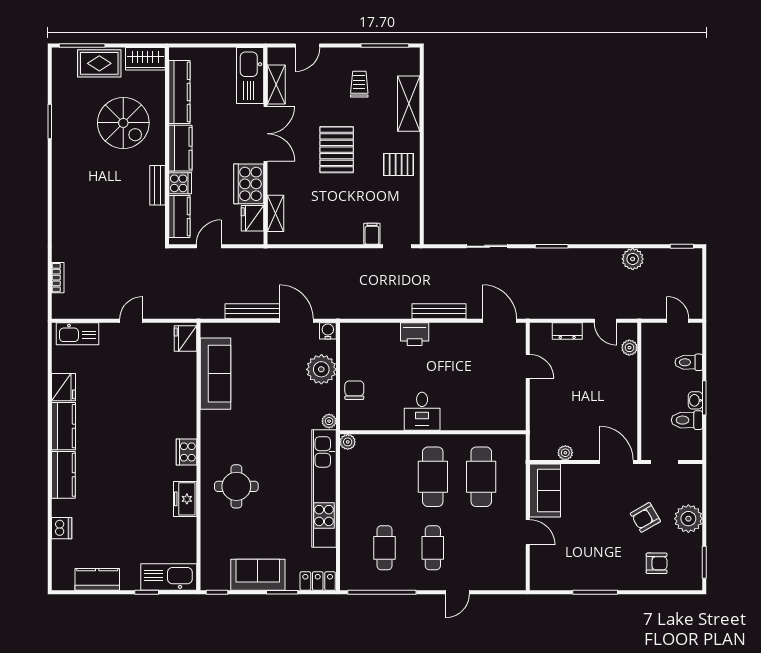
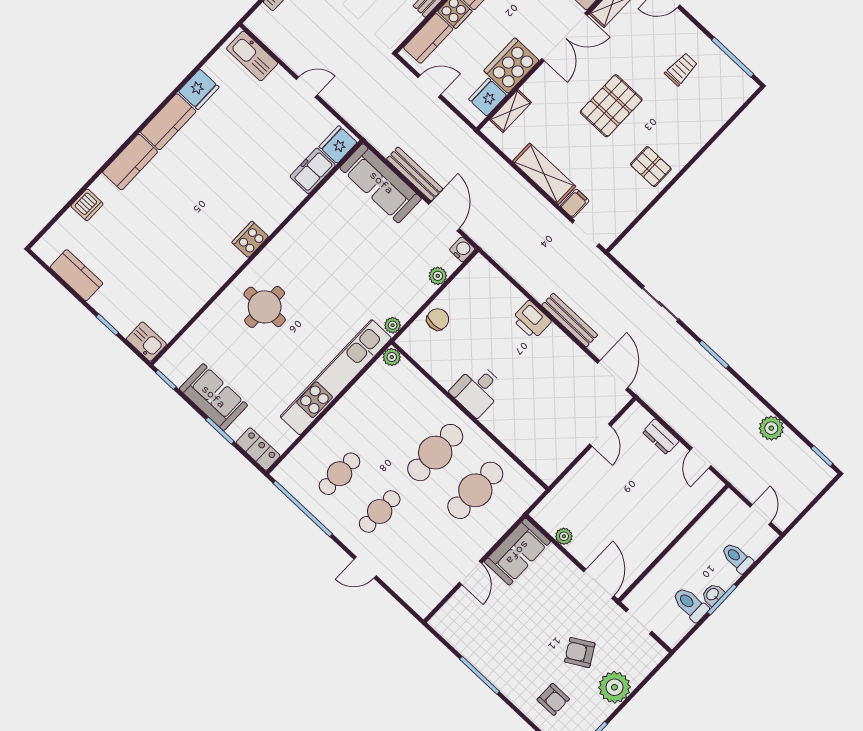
shelving: (409, 104) -> (544, 174), moved, turned 90
plant: (629, 348) -> (699, 499), removed
plant: (321, 369) -> (438, 276), width x0.53, depth x0.53
sofa: (216, 374) -> (381, 183), moved, turned 90
freezer: (185, 499) -> (313, 171), moved
kitchen sink: (169, 577) -> (146, 342), width x0.53, depth x0.81

